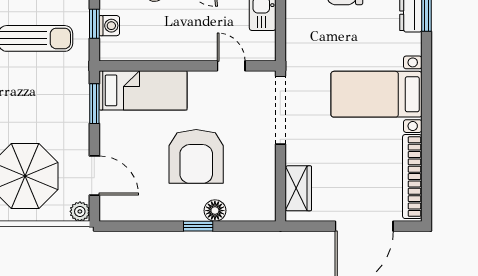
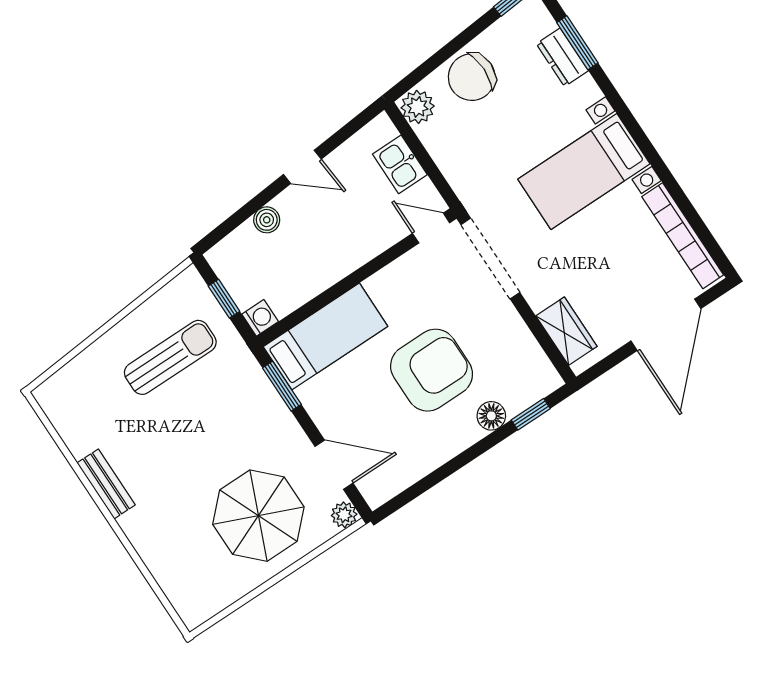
washing machine: (109, 26) -> (260, 318), moved
door: (231, 66) -> (431, 228), moved
armchair: (196, 156) -> (432, 370), turned -90
window: (198, 226) -> (531, 414), moved

